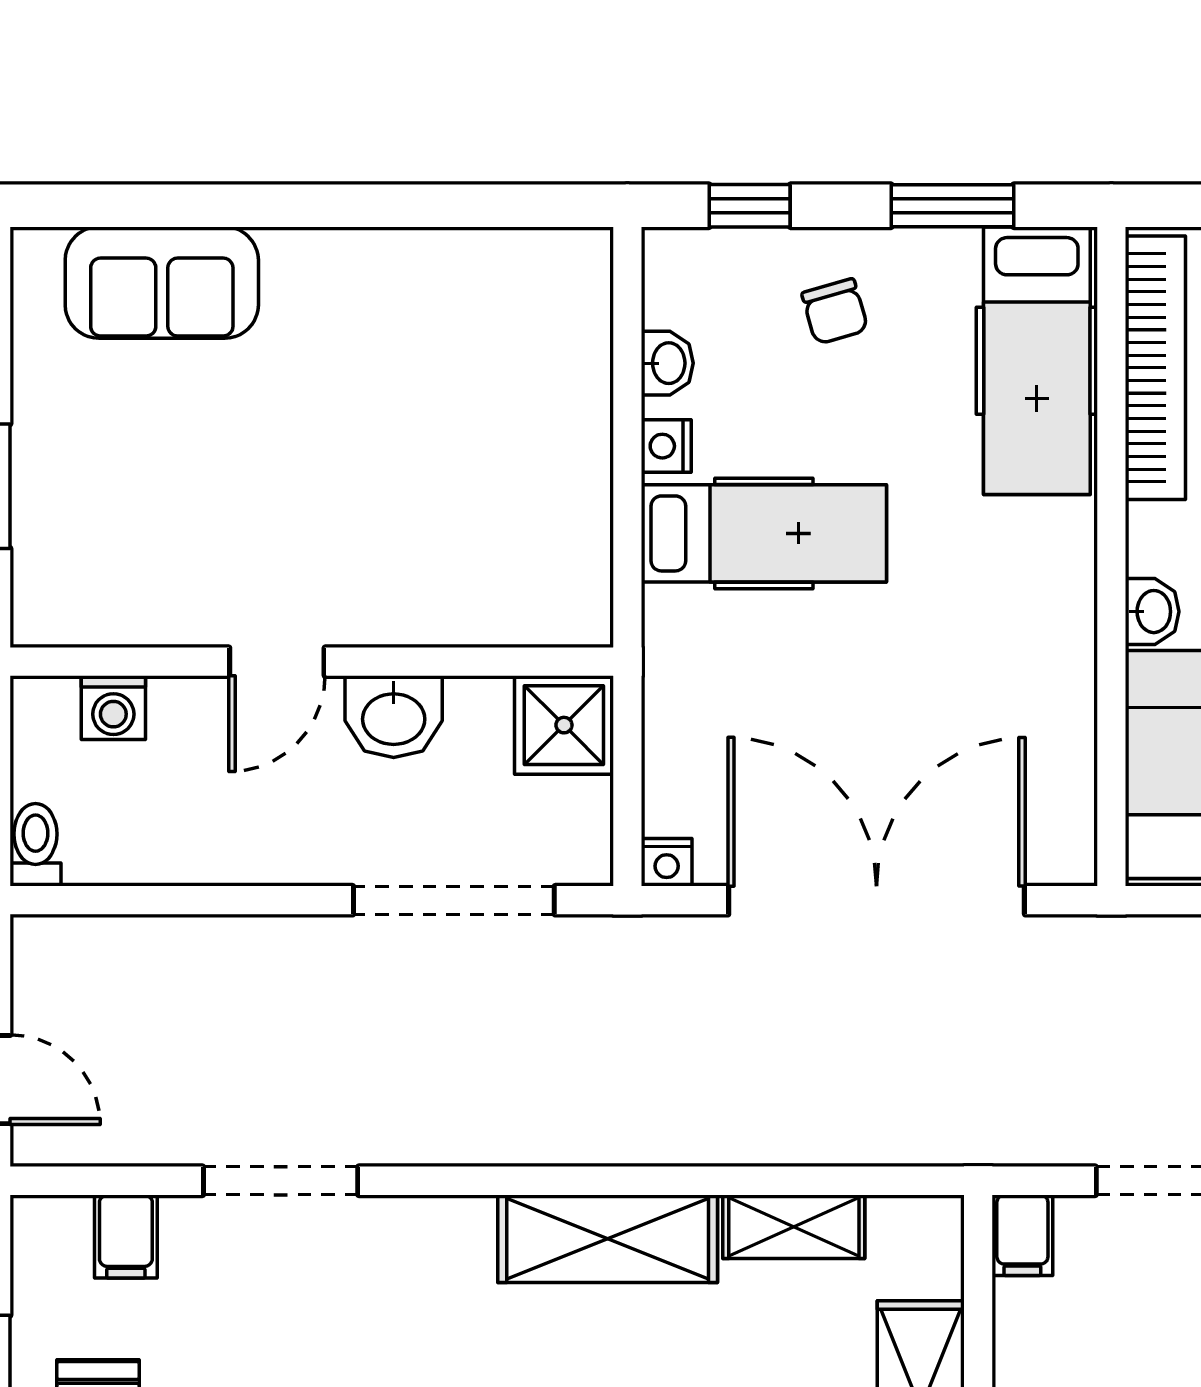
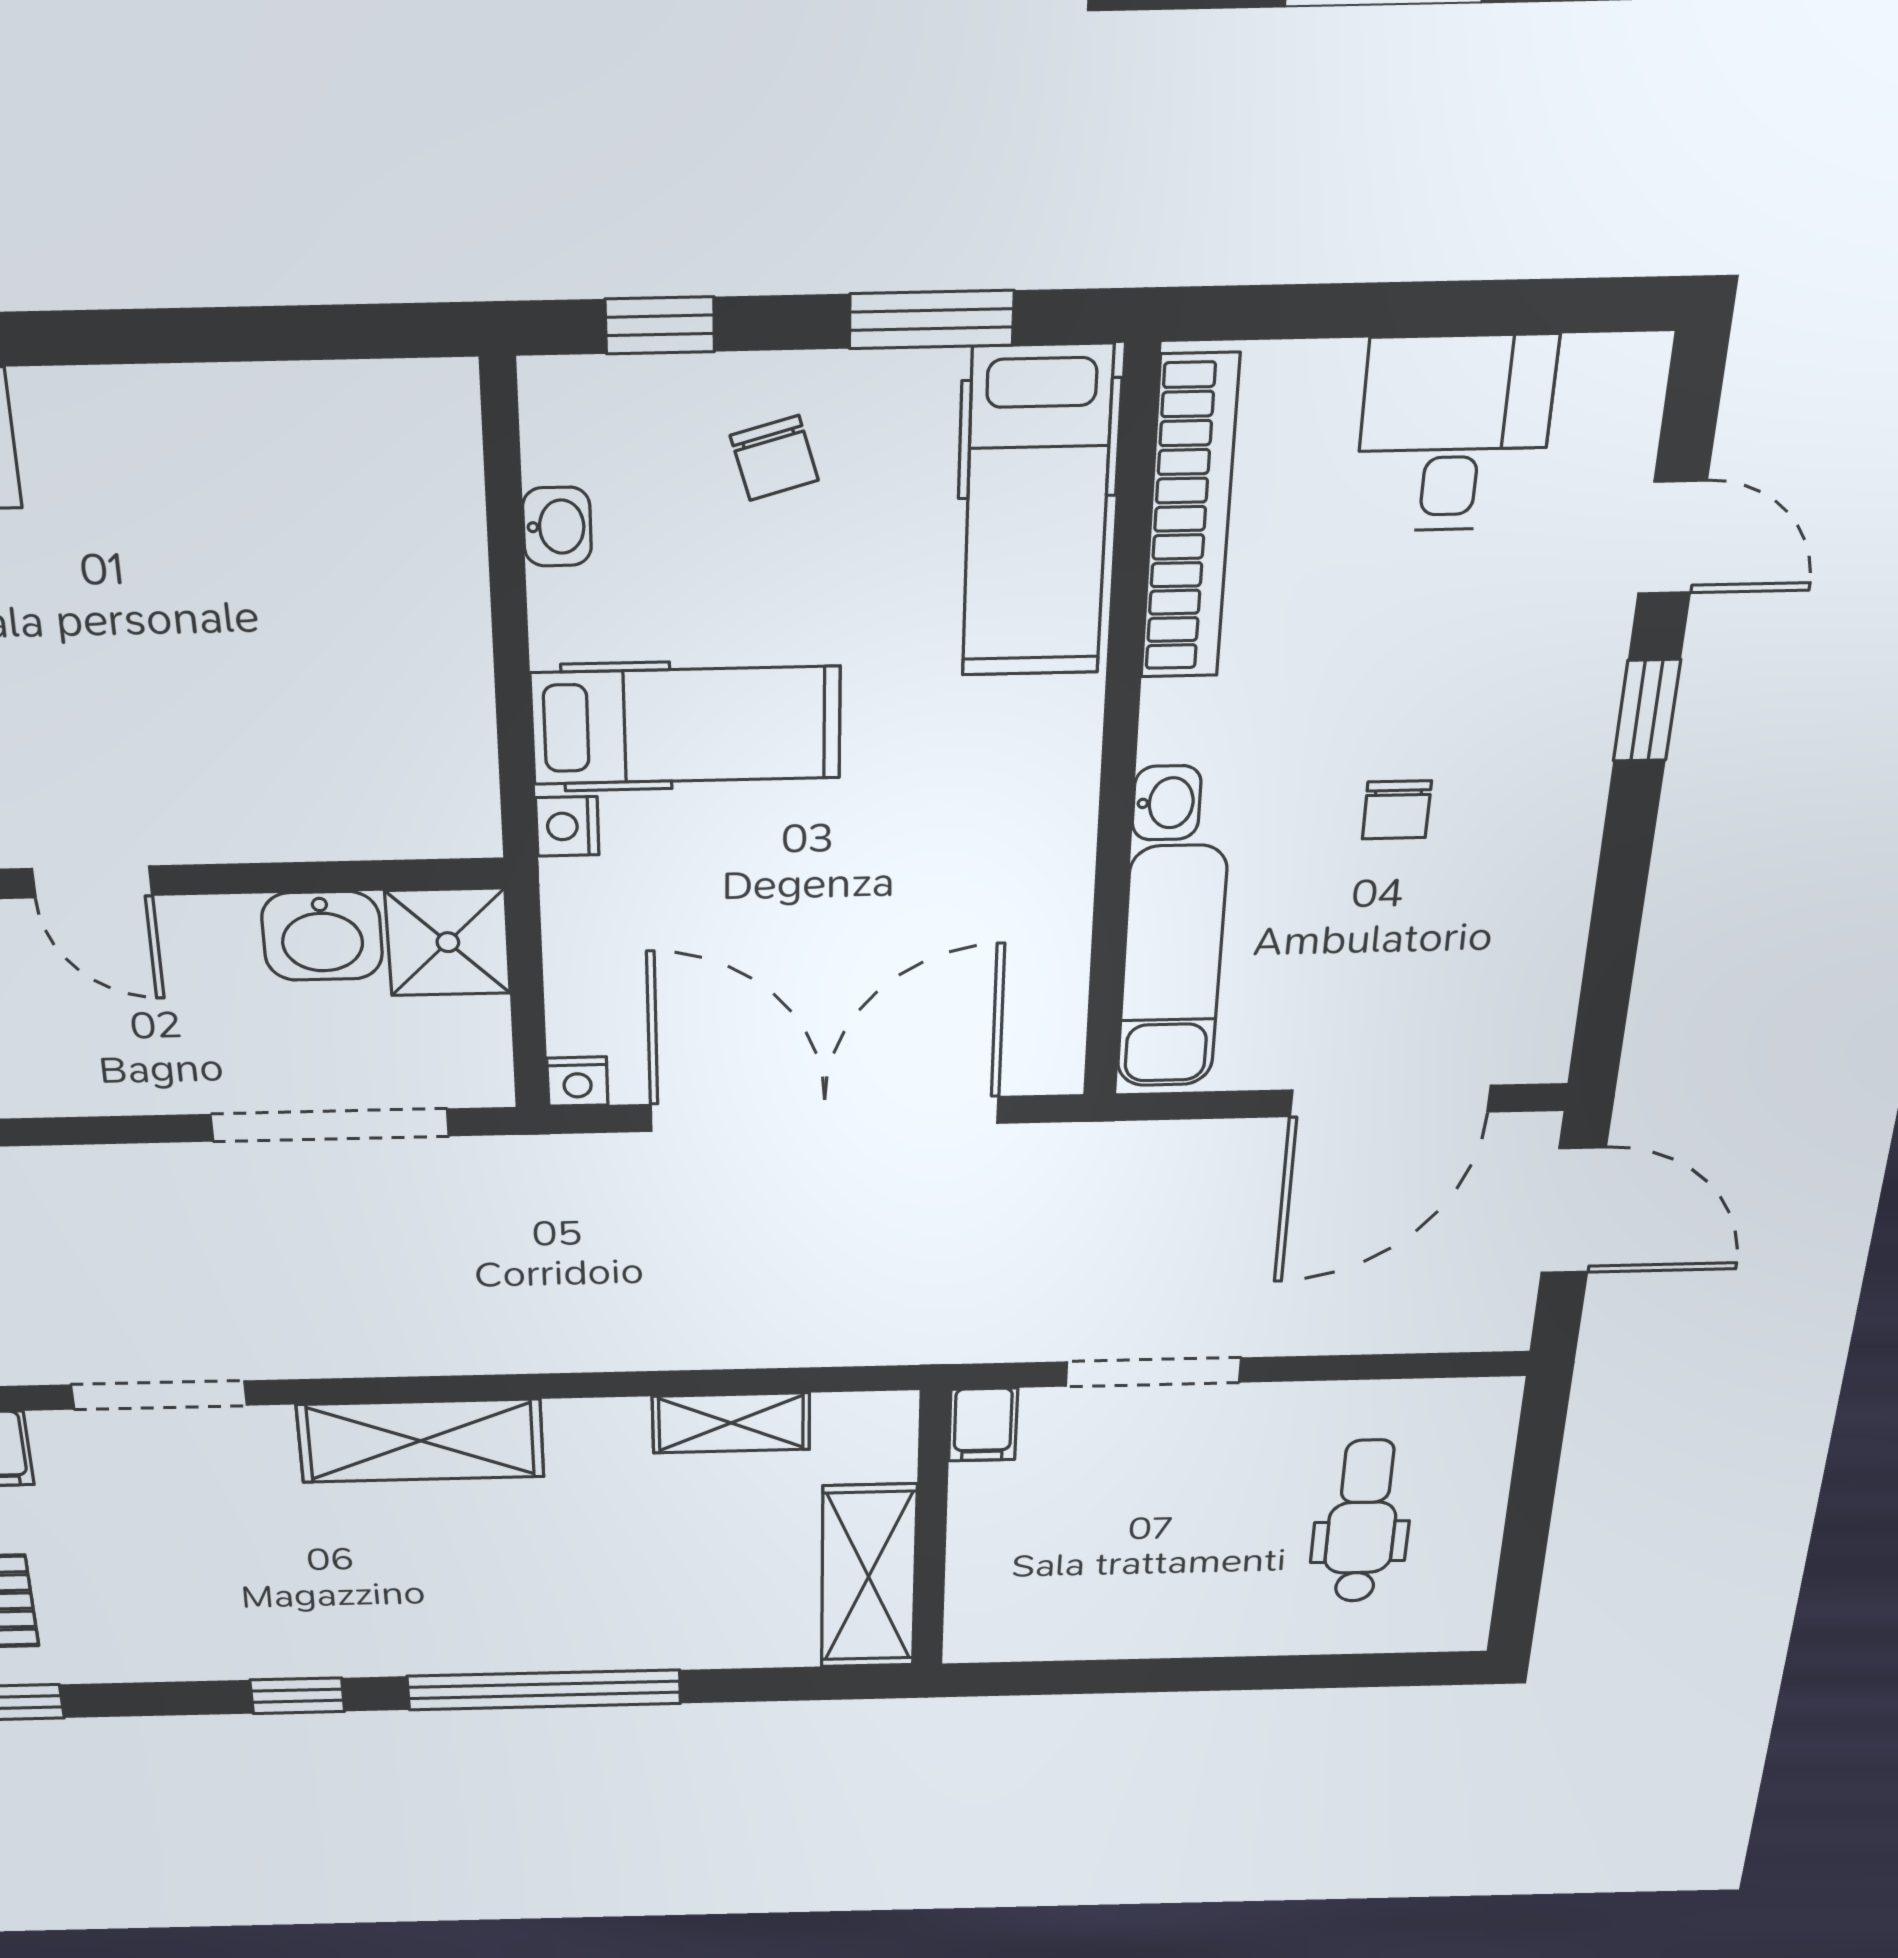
nightstand: (666, 446) -> (567, 826), moved
door: (277, 662) -> (92, 882), hinge flipped
washbasin: (394, 717) -> (322, 936), moved
shelving: (608, 1239) -> (421, 1441), moved

